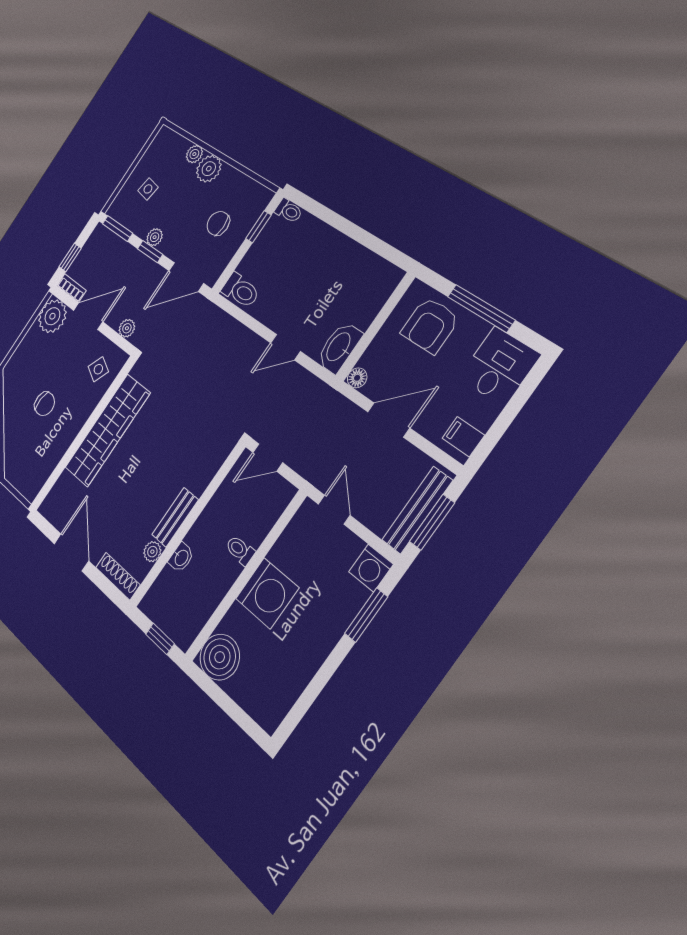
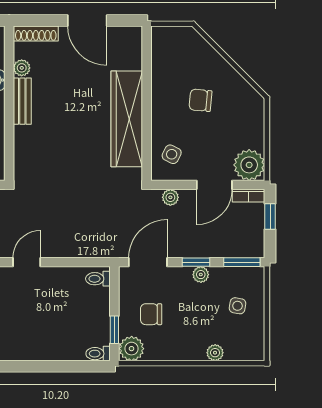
plant: (209, 169) -> (132, 349), moved
chair: (218, 223) -> (151, 314), turned 180
toilet: (241, 291) -> (98, 279), width x0.73, depth x0.72

